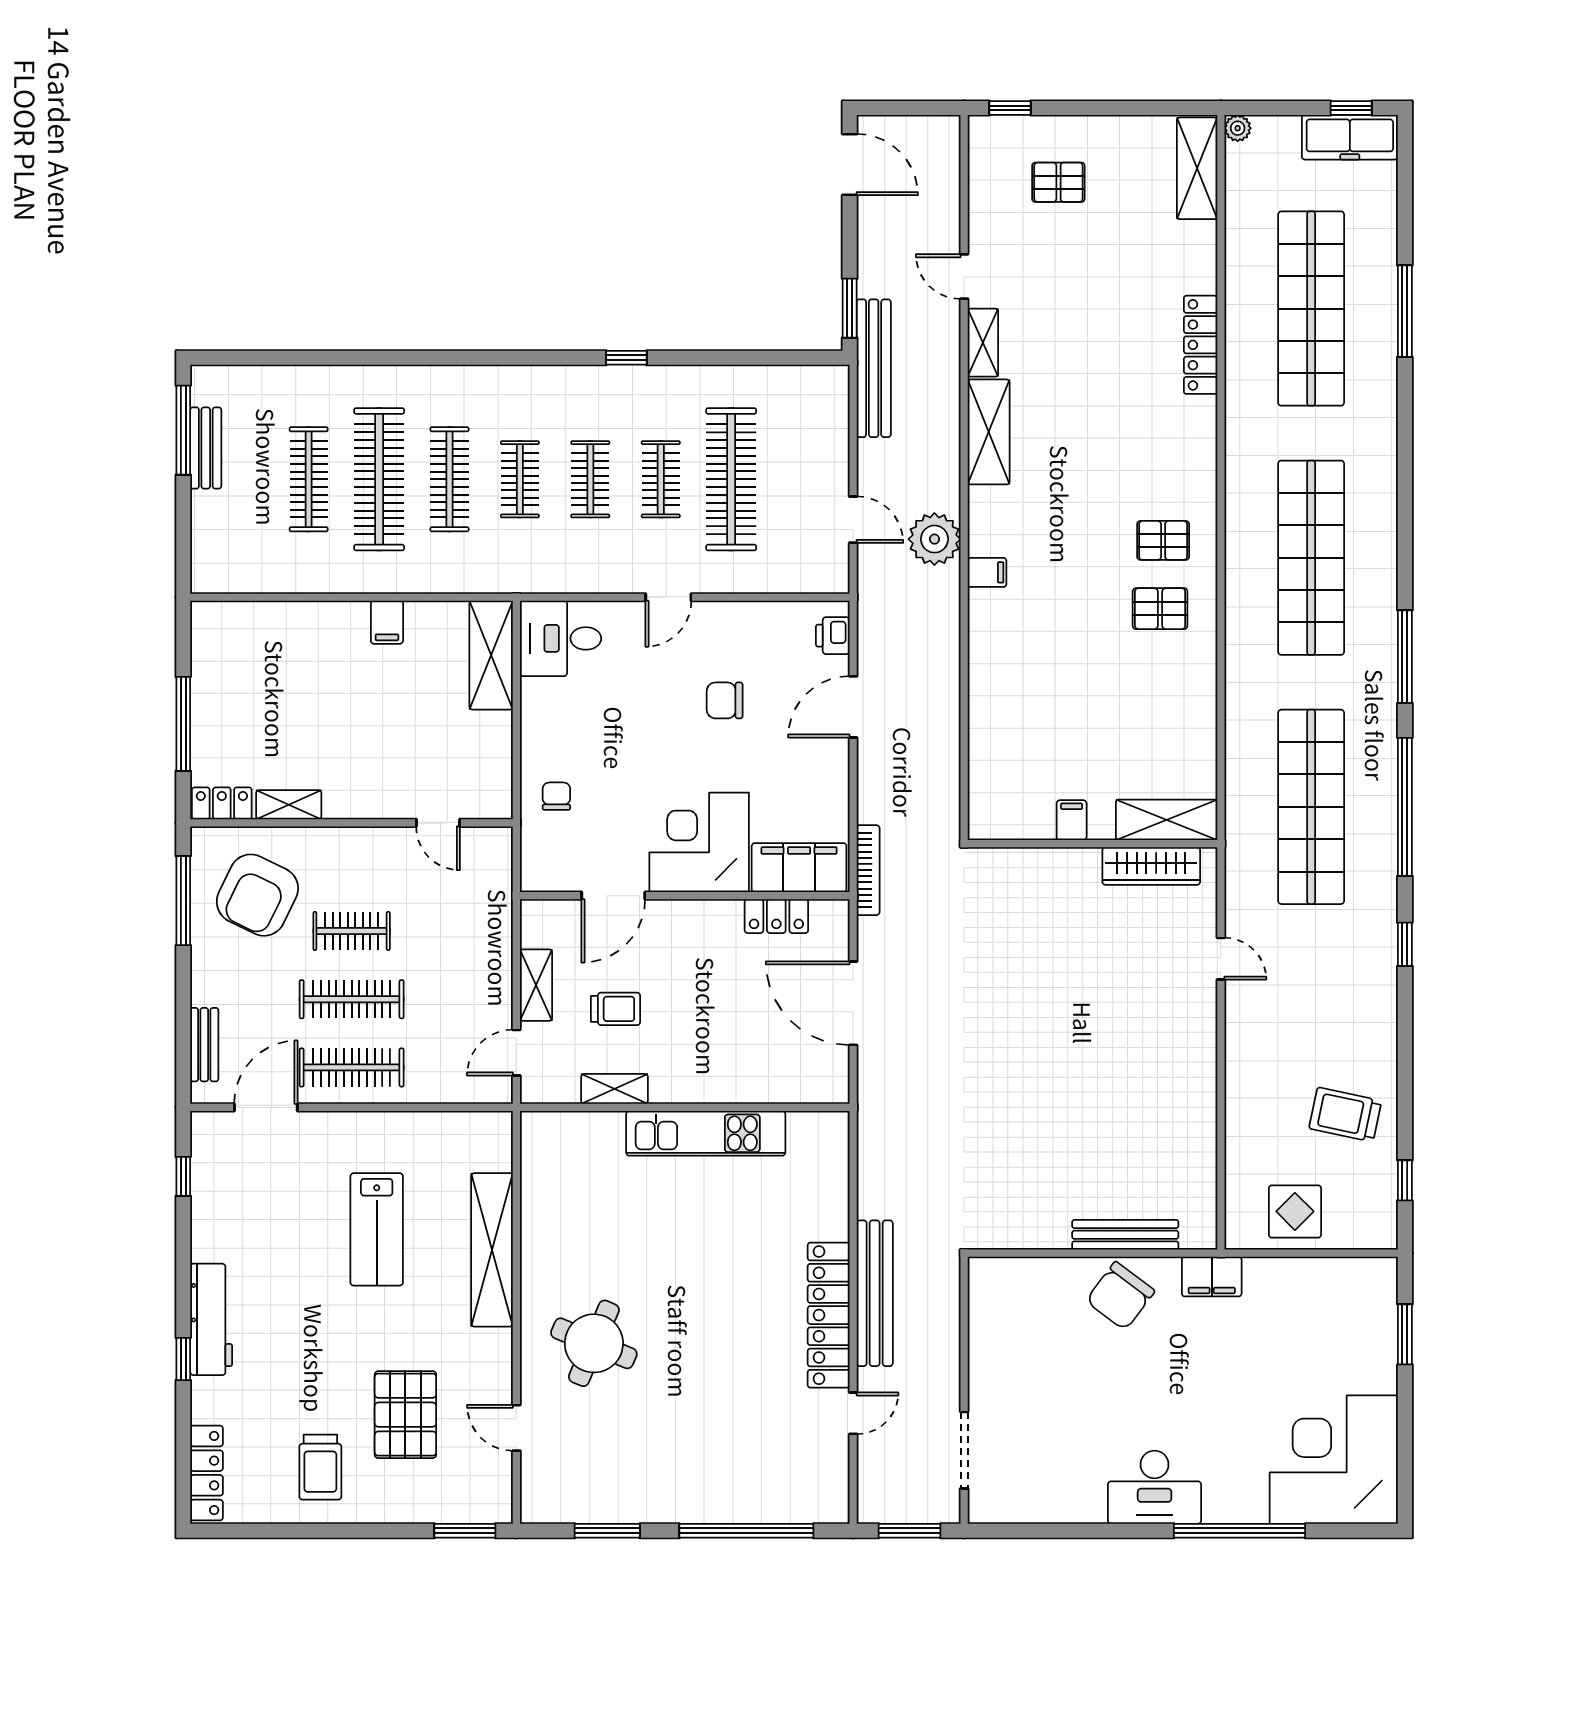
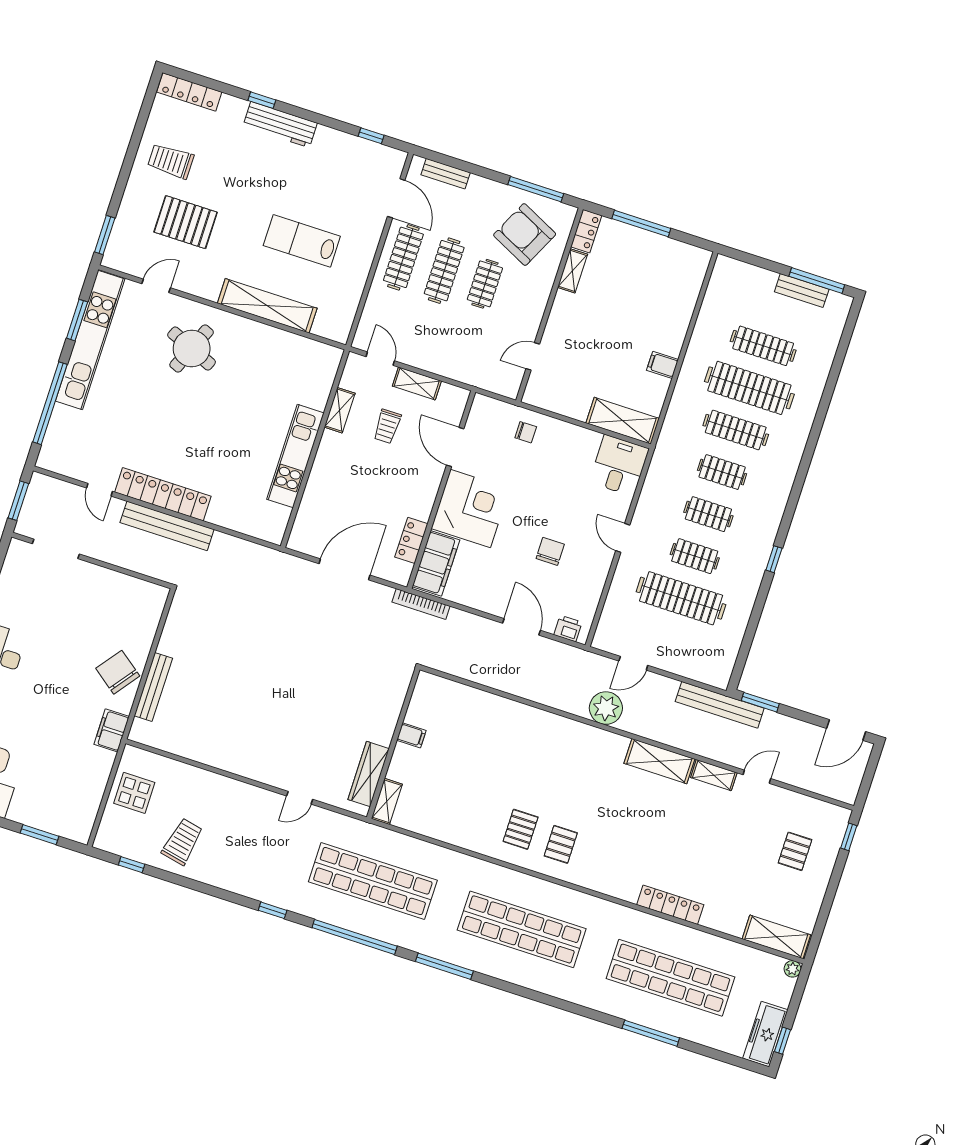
filing cabinet: (987, 572) -> (576, 733), removed
shelving: (1167, 820) -> (387, 801), width x0.67, depth x0.75
kitchen unit: (631, 1501) -> (90, 340), added

